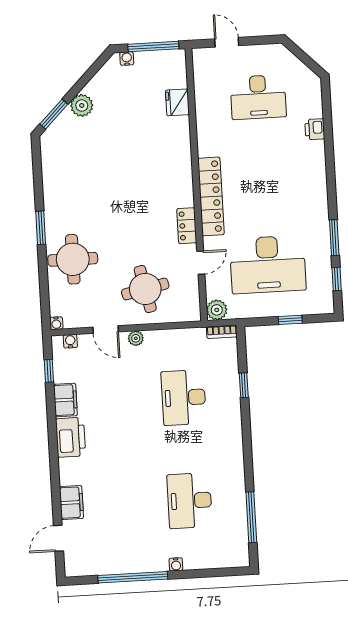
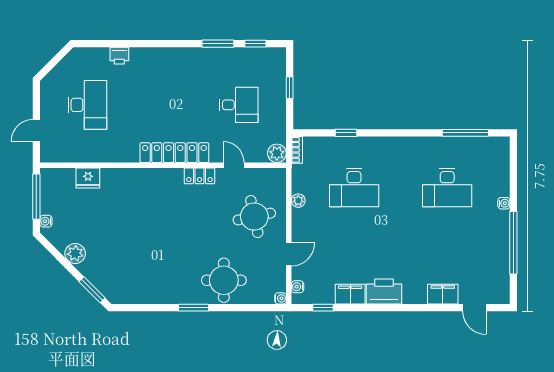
plant: (82, 105) -> (75, 253), moved
desk: (268, 265) -> (239, 105), width x0.53, depth x0.77
plant: (136, 338) -> (298, 201), moved

